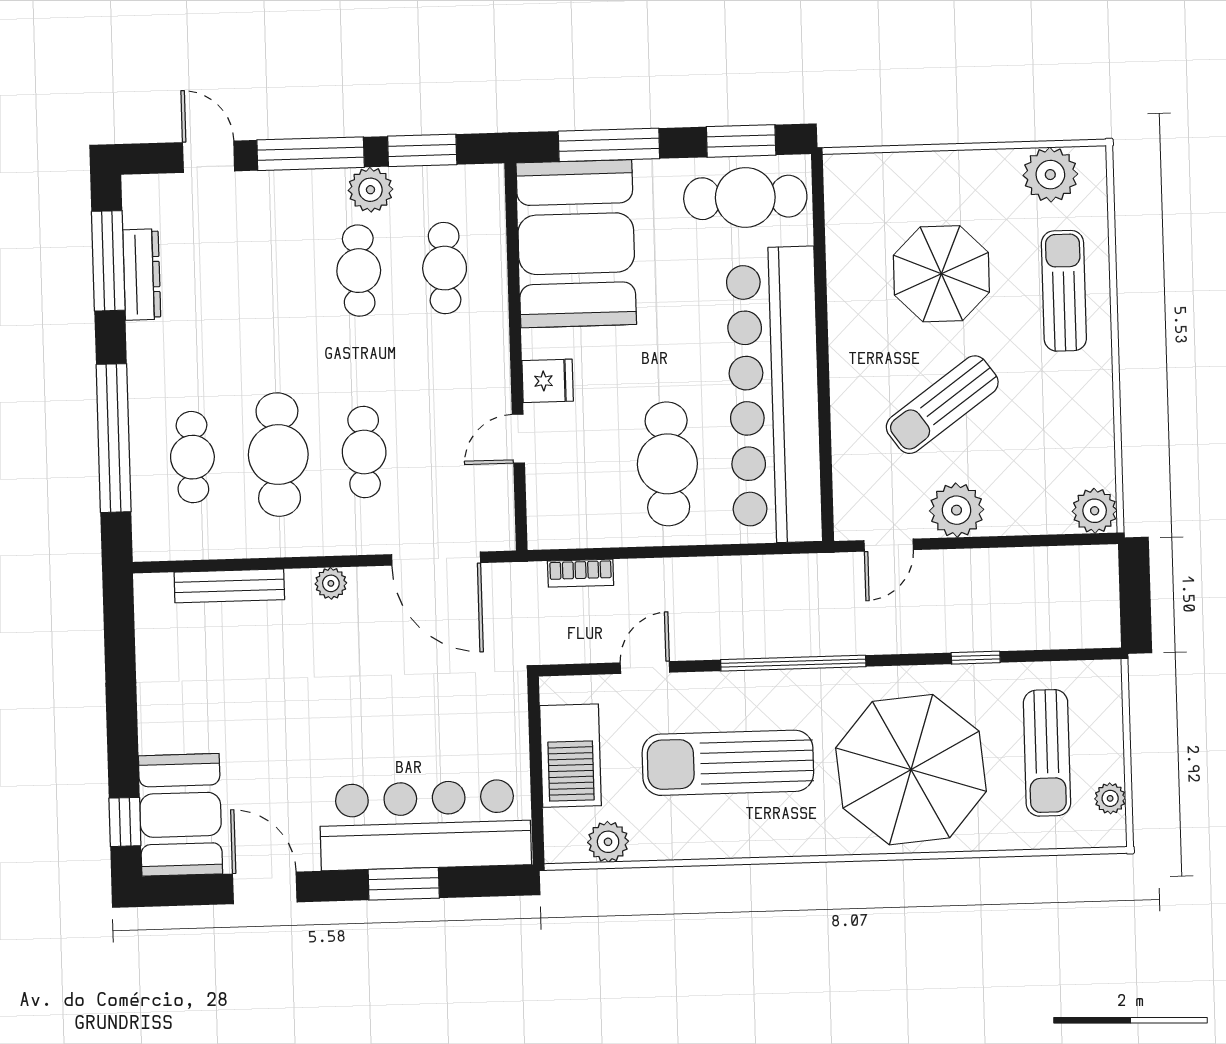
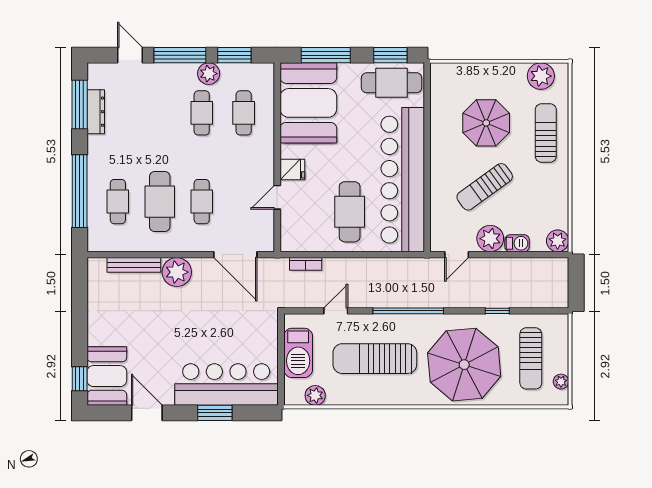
barbecue: (1012, 518) -> (517, 243), added
plant: (331, 583) -> (177, 272), width x1.88, depth x1.88

